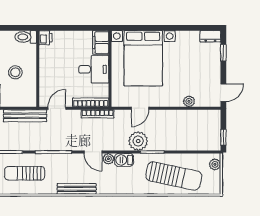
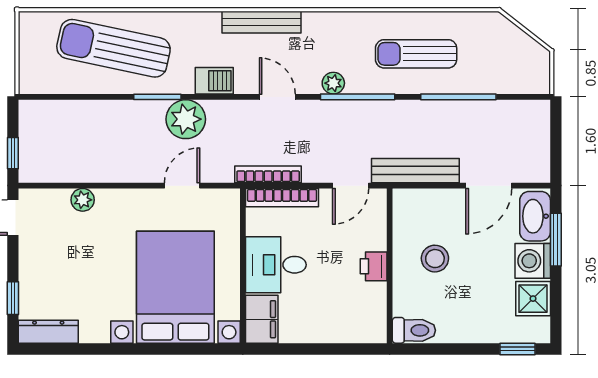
dresser: (210, 36) -> (48, 332), width x1.44
printer: (46, 38) -> (374, 266), moved
window: (223, 137) -> (13, 153), moved
plant: (108, 159) -> (333, 83), moved
plant: (215, 164) -> (30, 72), removed
sun lounger: (25, 173) -> (416, 54), turned 180
bench: (77, 189) -> (261, 22), moved

